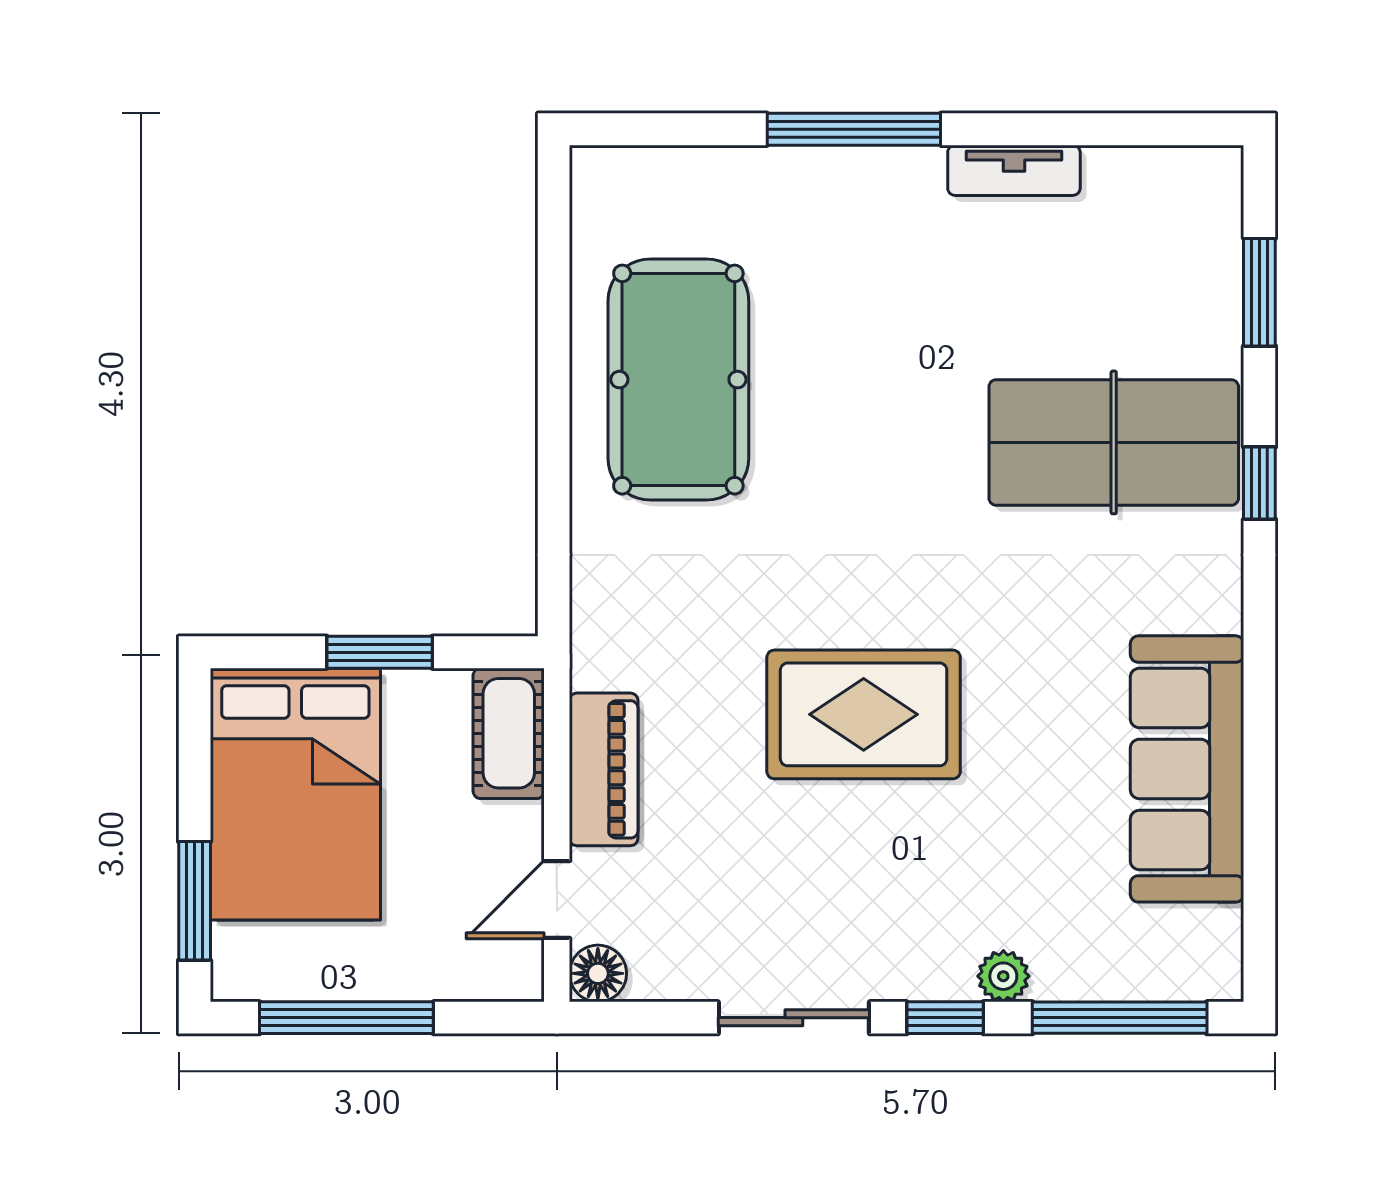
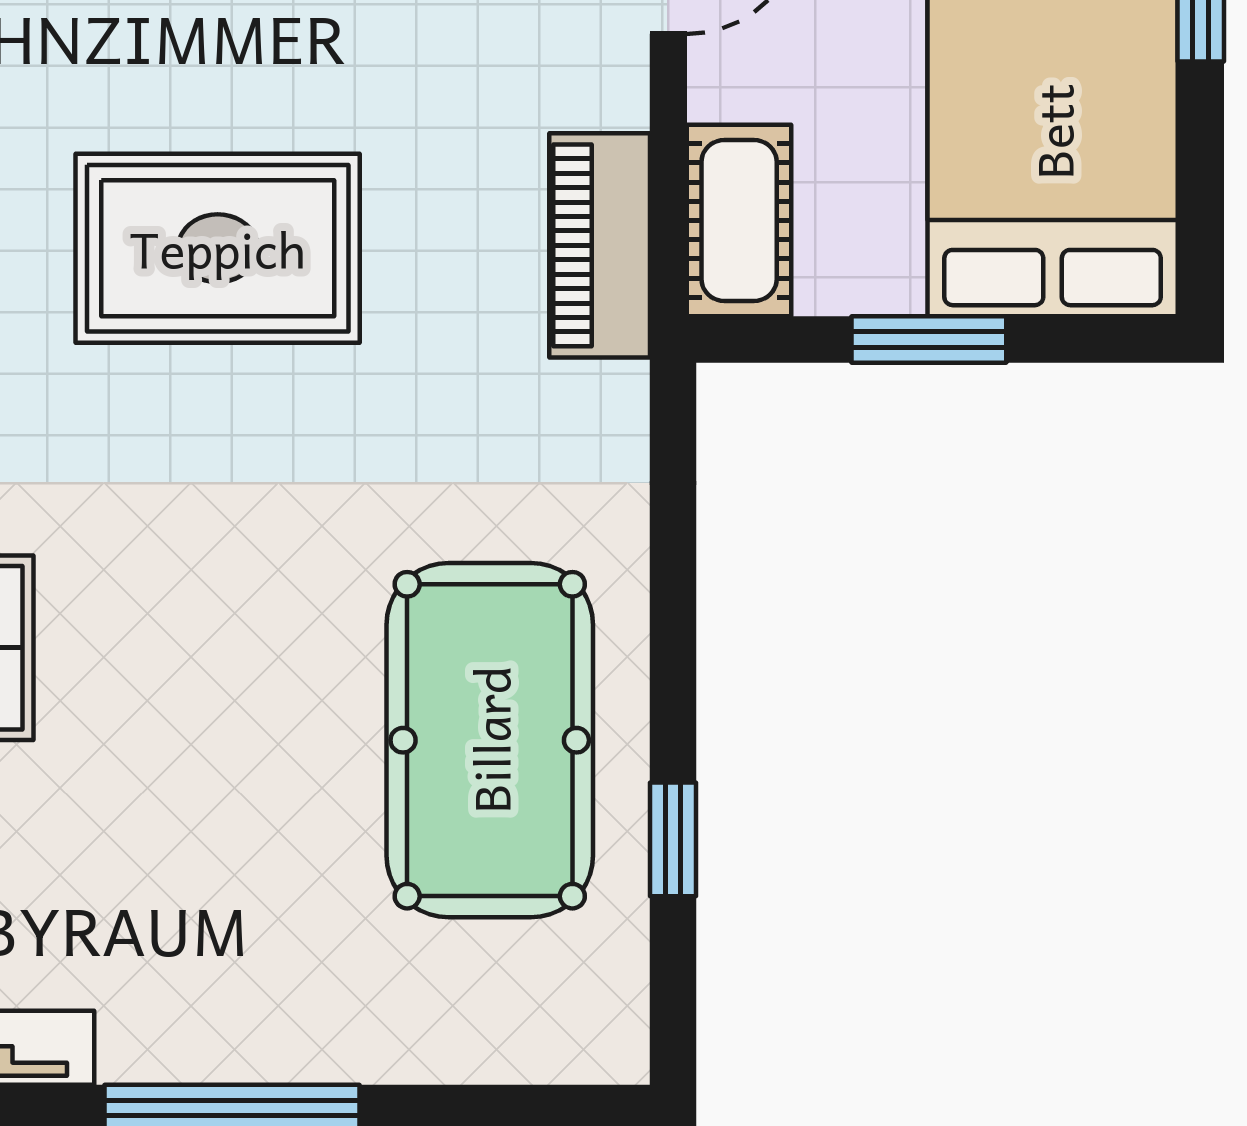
window: (554, 312) -> (673, 839), added
piano: (604, 769) -> (600, 245), moved

